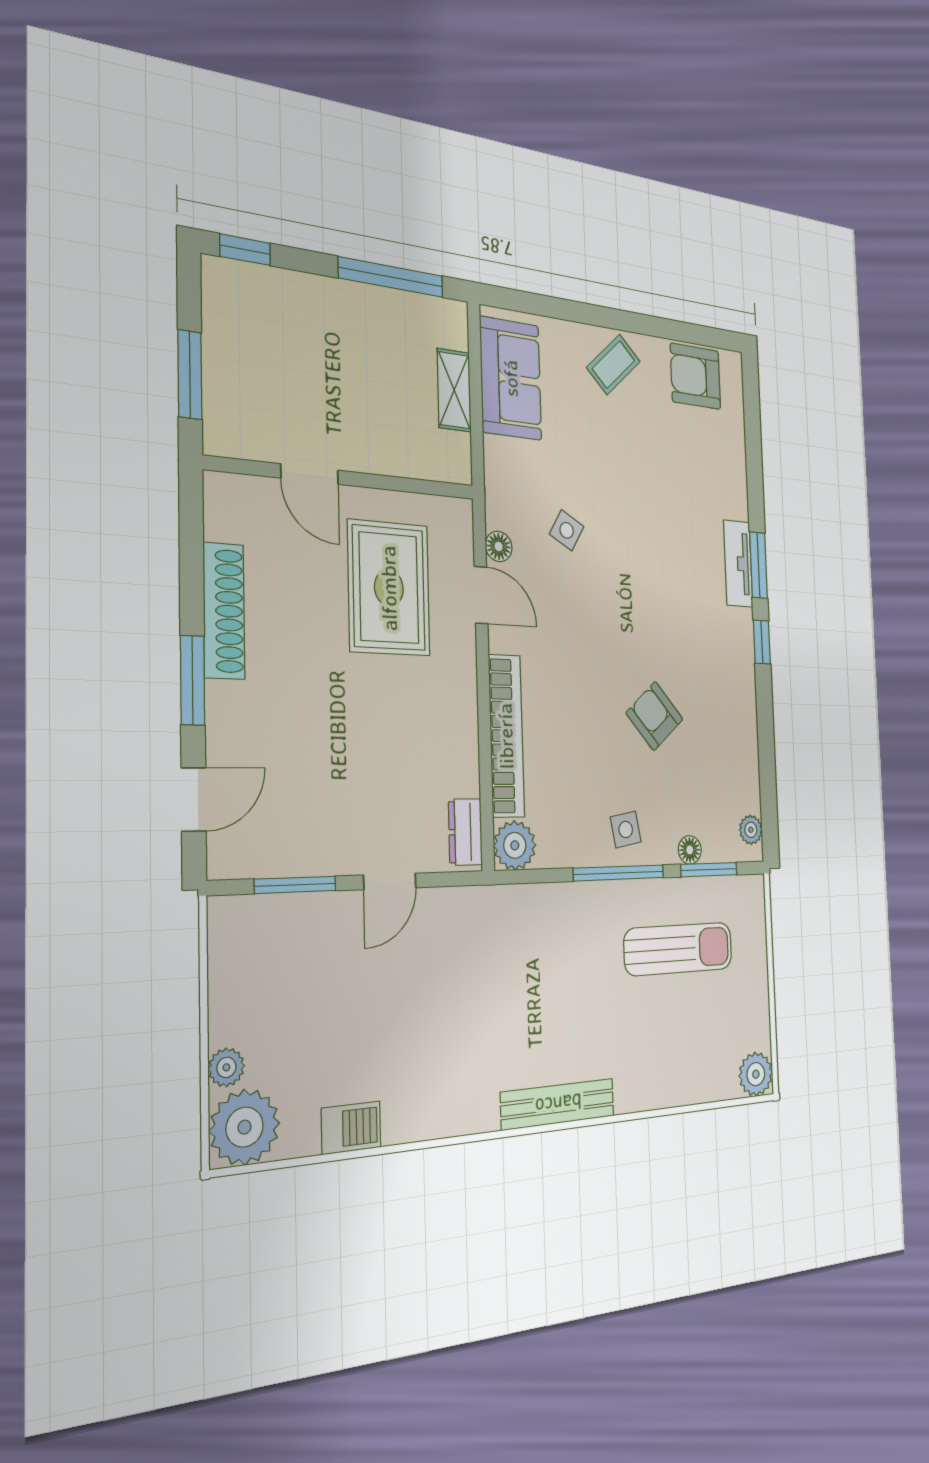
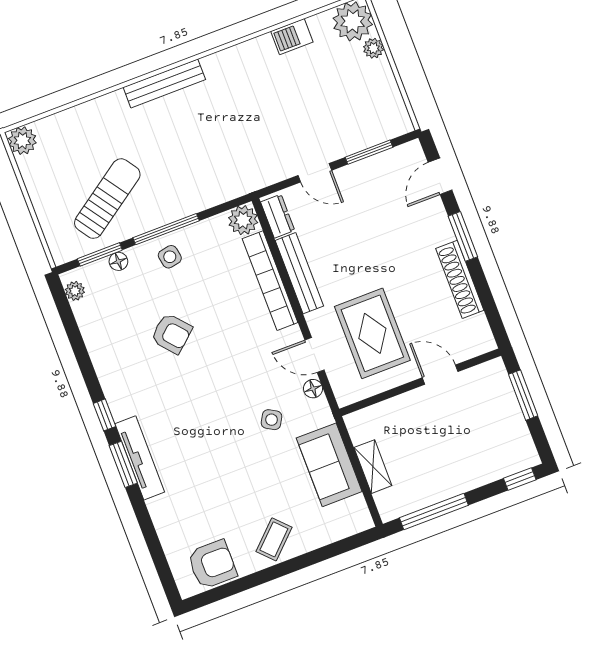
sofa: (511, 378) -> (329, 465), moved
tv unit: (738, 564) -> (140, 458), width x1.41
bench: (463, 729) -> (299, 273), added
door: (390, 881) -> (315, 173), swing flipped
sun lounger: (679, 949) -> (107, 199), turned 145

